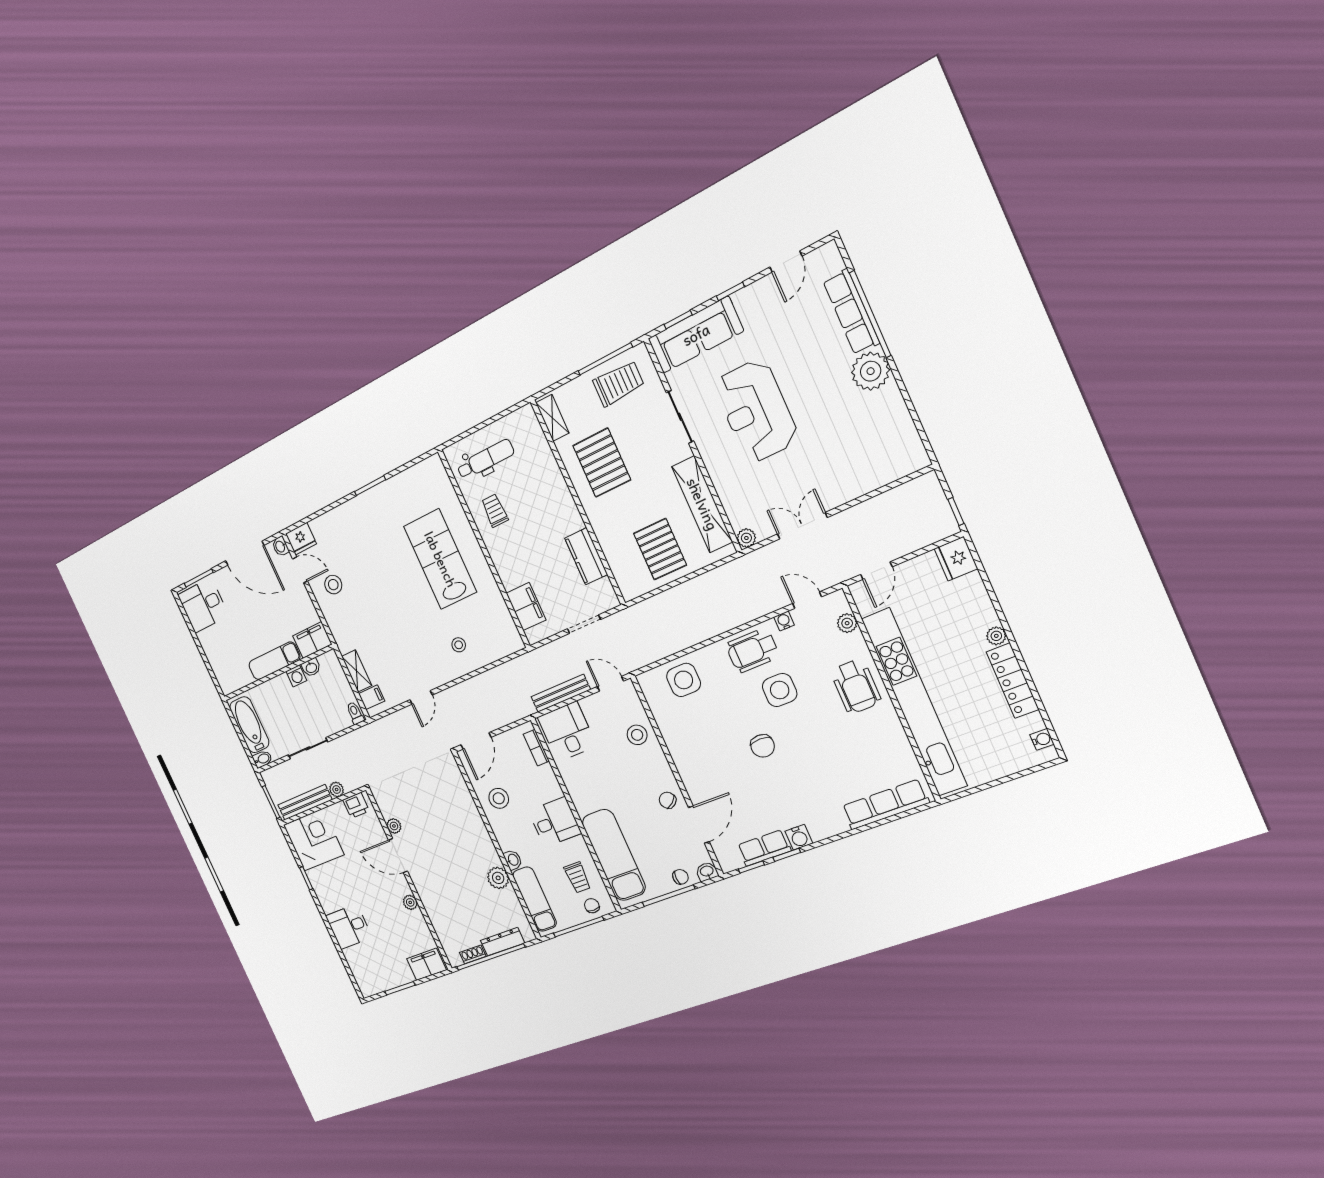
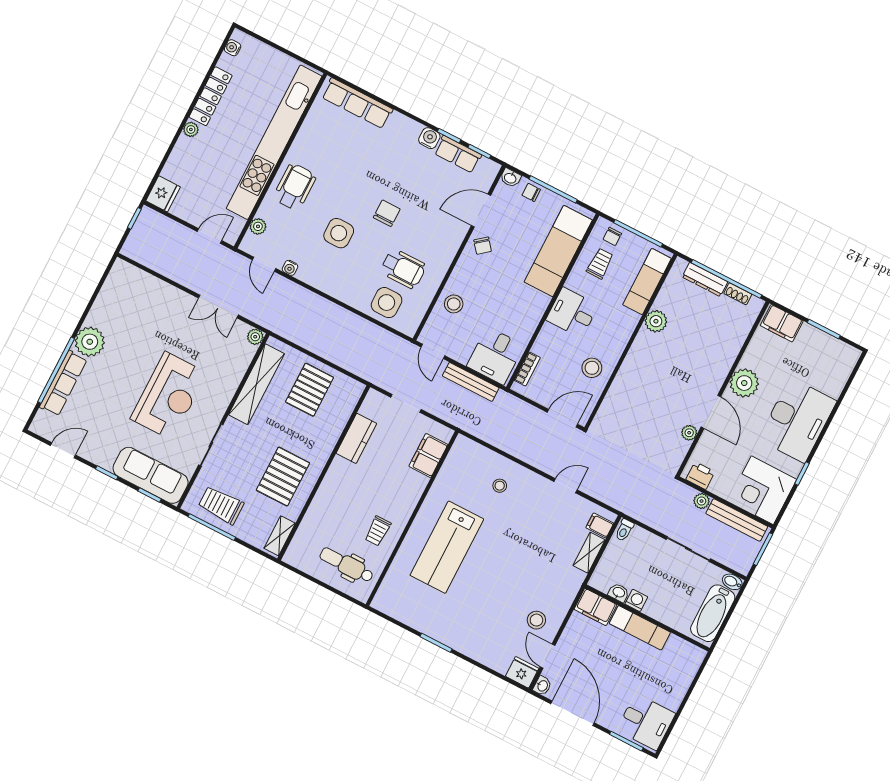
wheelchair: (752, 650) -> (403, 269), moved
washbasin: (513, 860) -> (631, 321), removed
plant: (410, 902) -> (744, 383), width x1.88, depth x1.88
desk: (349, 927) -> (797, 420), width x1.87, depth x1.30

